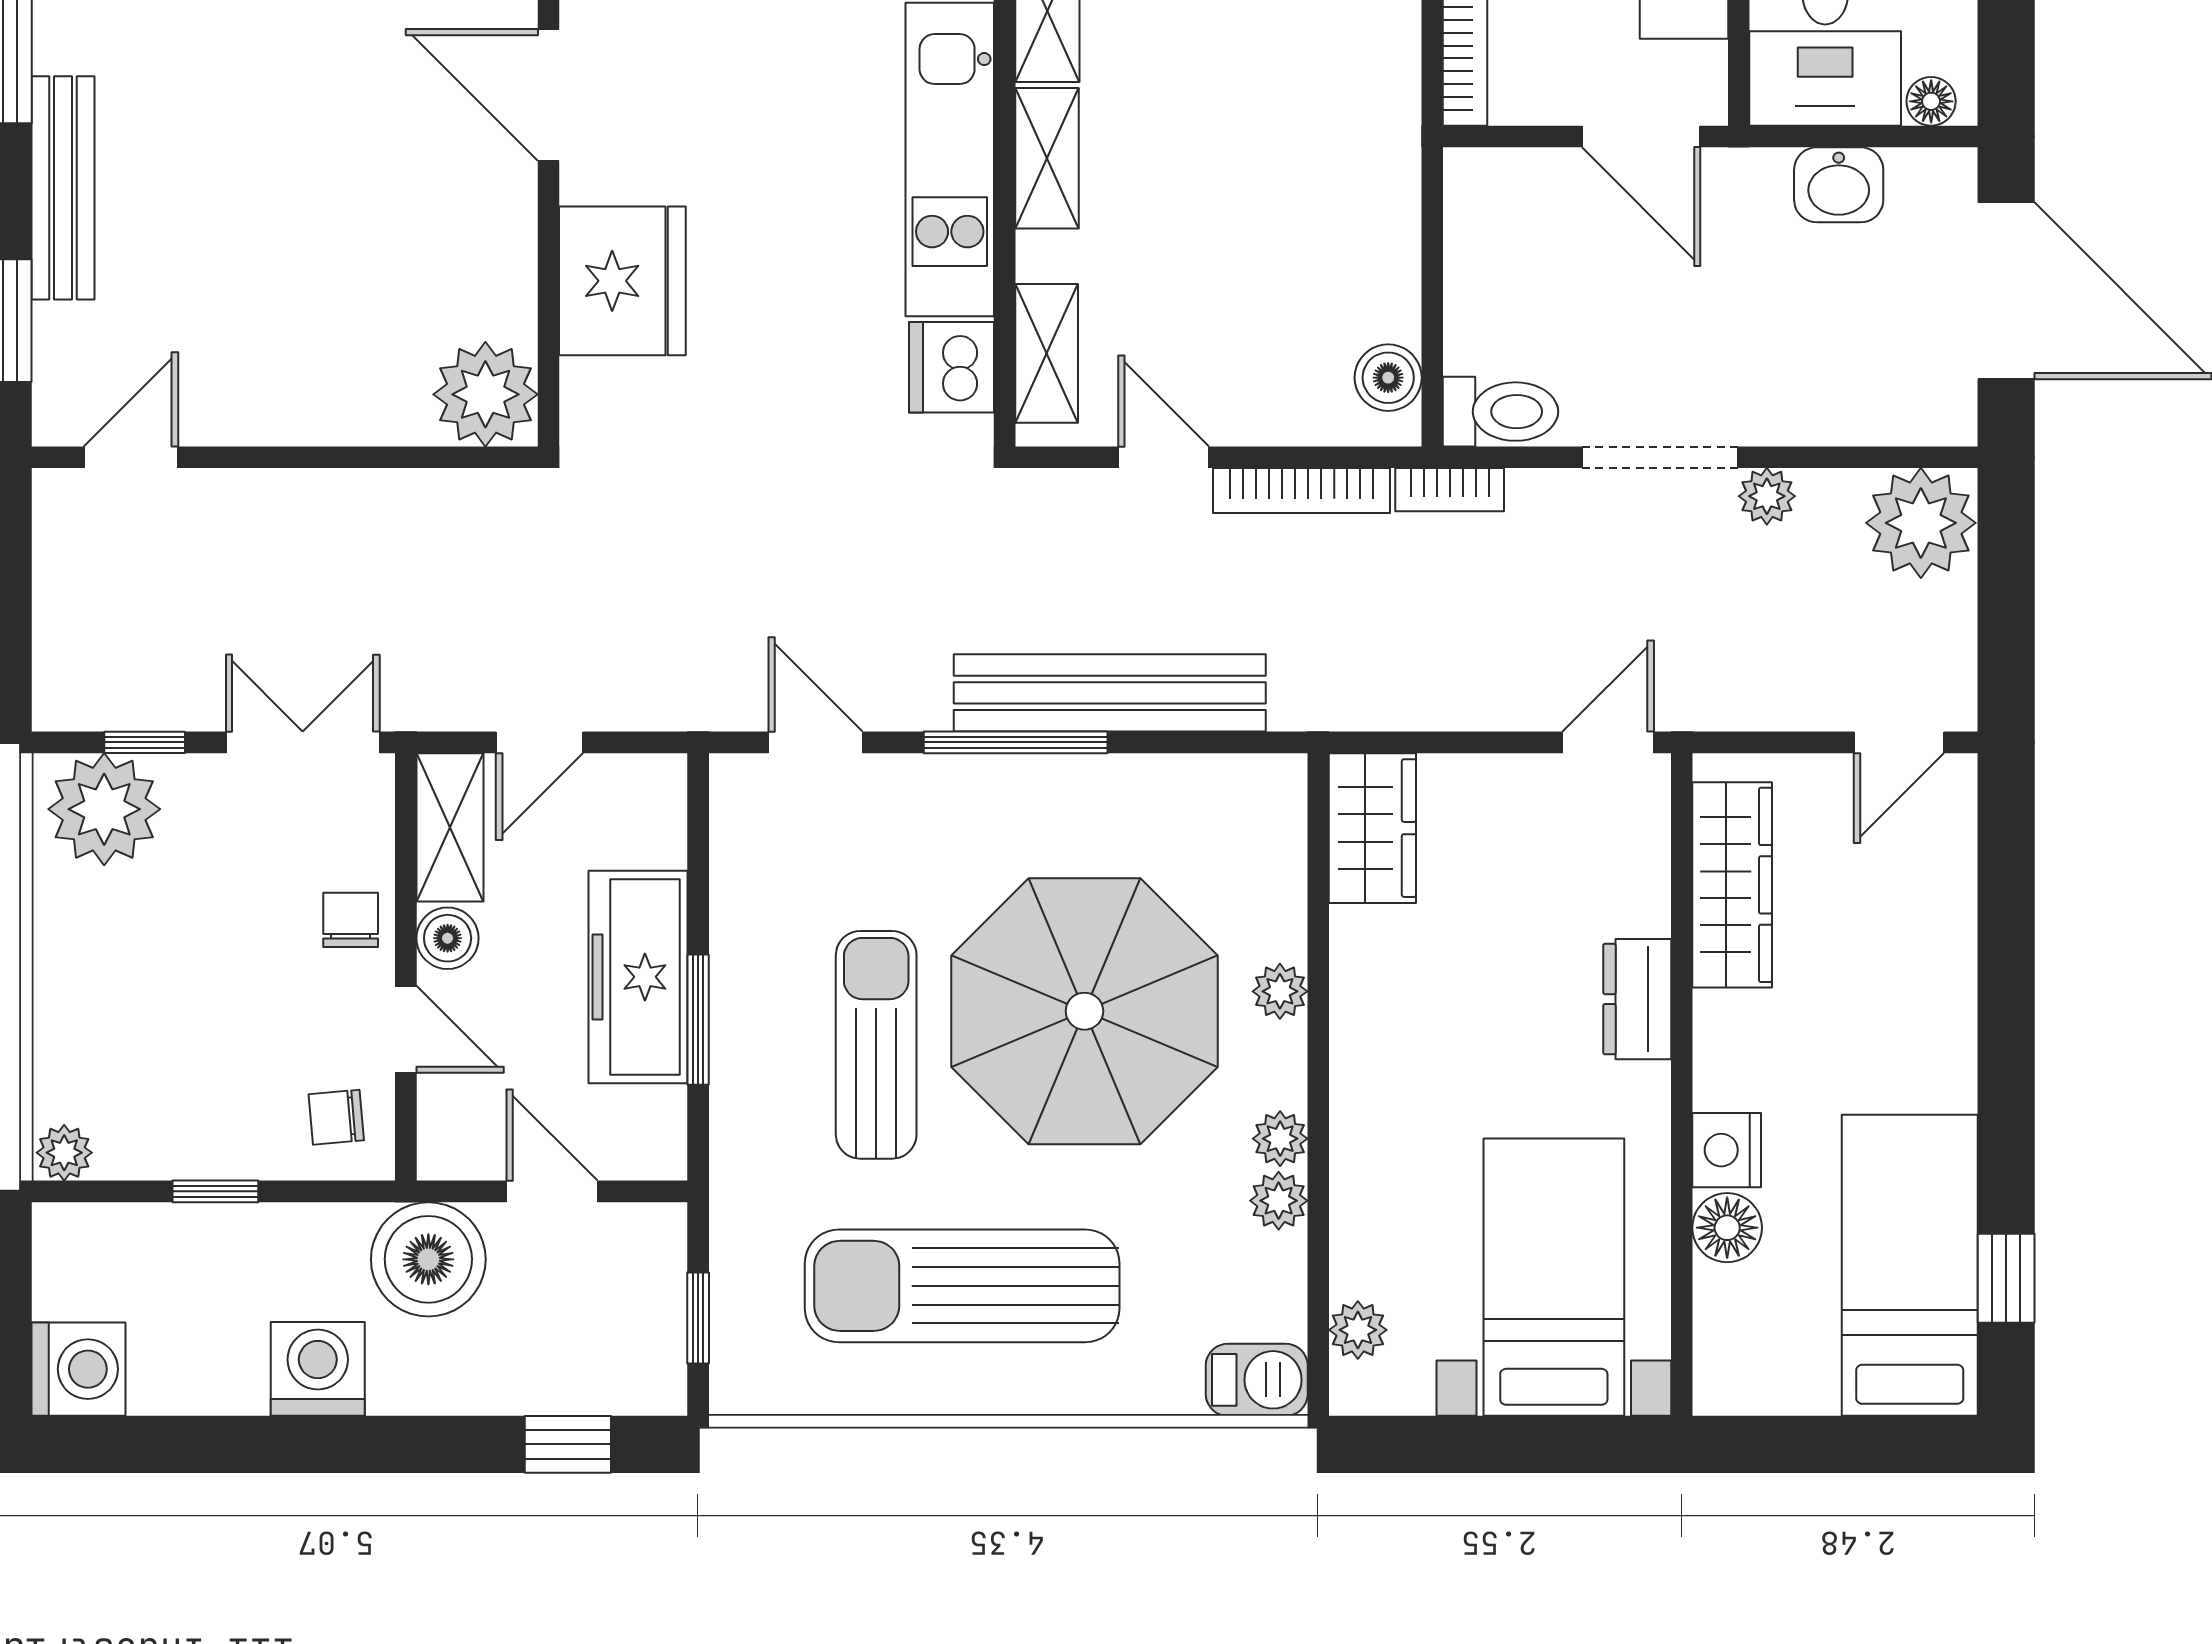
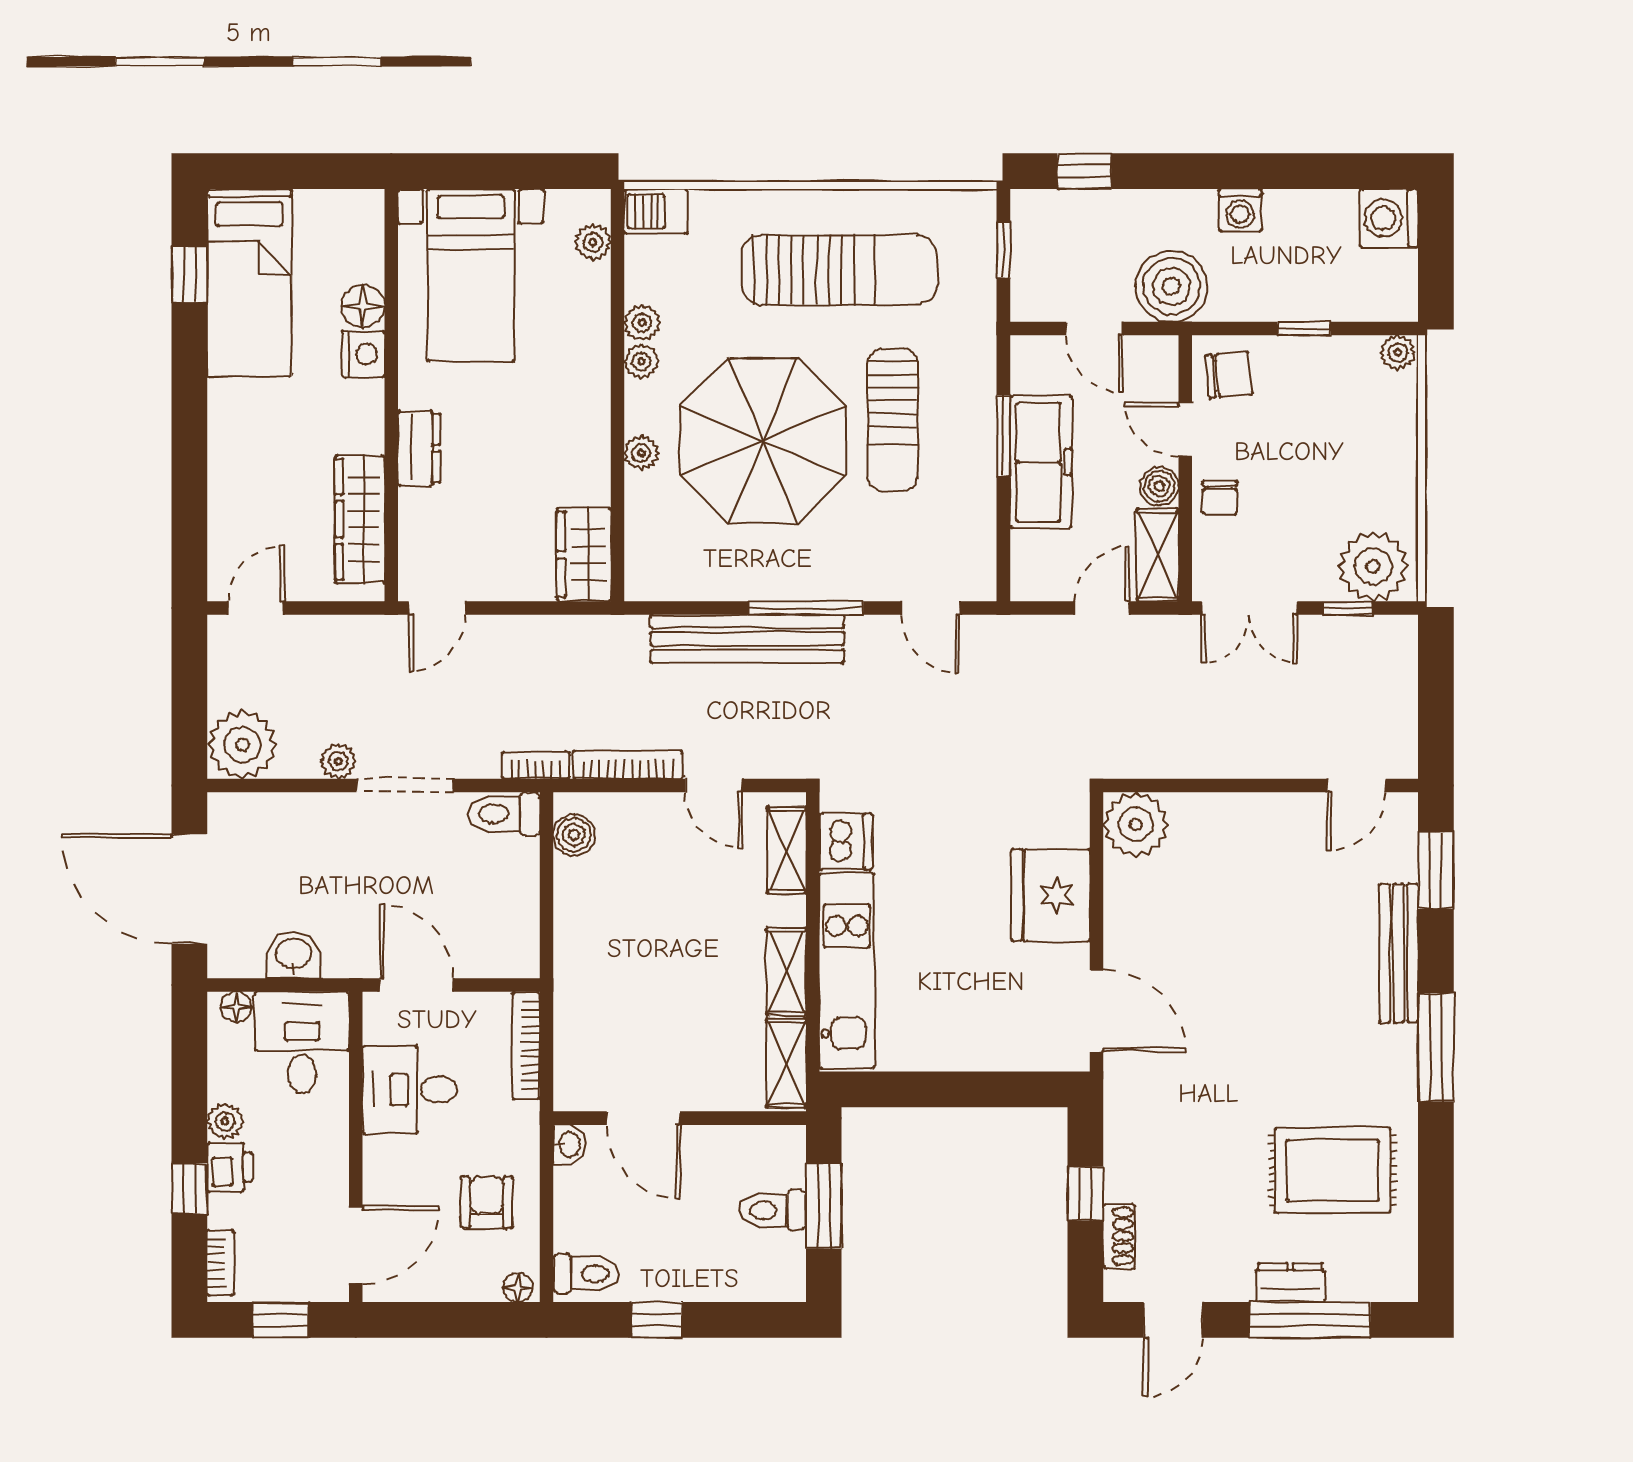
chair: (336, 1117) -> (1229, 375), width x1.37, depth x1.37
washing machine: (318, 1369) -> (1240, 210), width x0.73, depth x0.73

